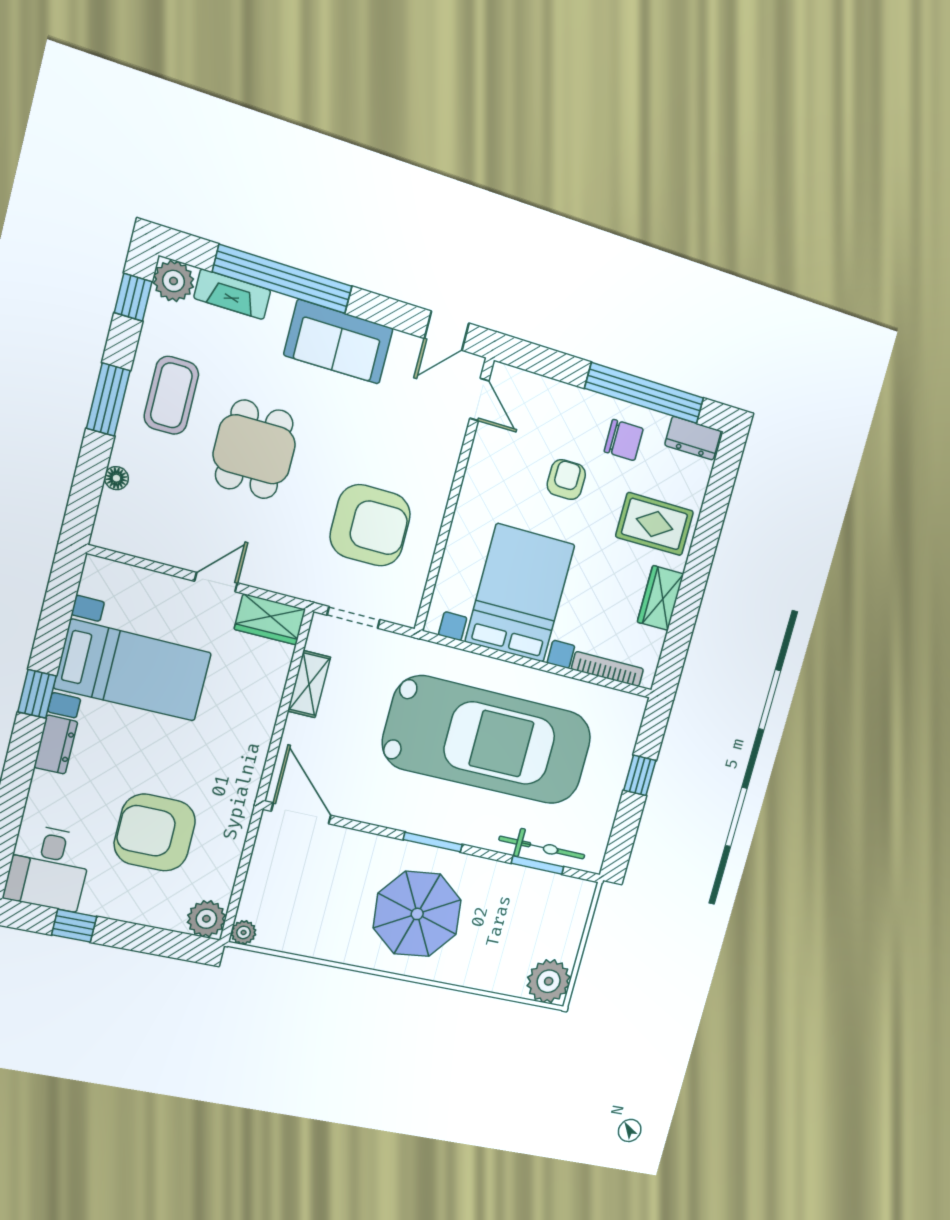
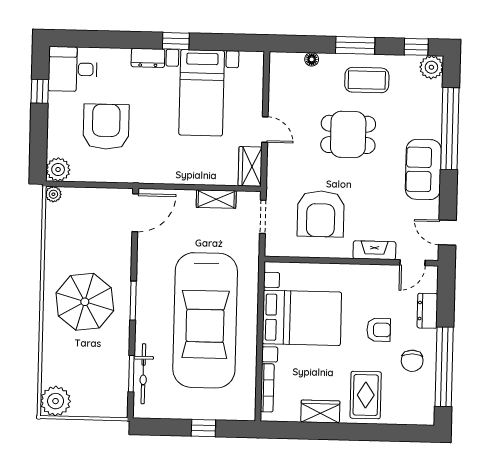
fireplace: (232, 294) -> (374, 250), moved, turned 90
dresser: (693, 438) -> (427, 311), moved

